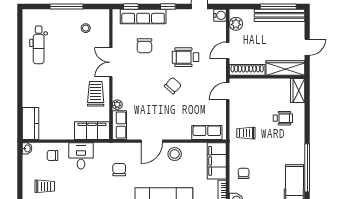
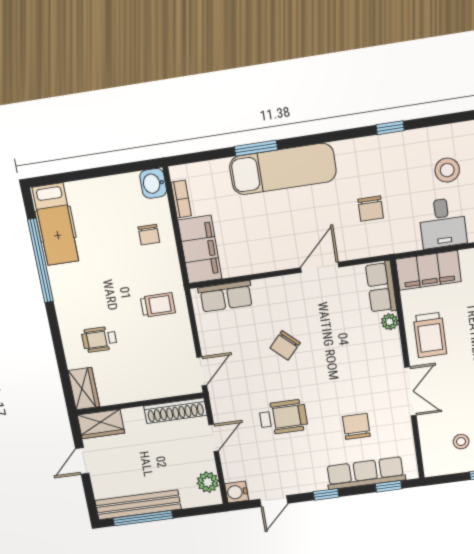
wardrobe: (285, 68) -> (101, 424), width x0.67
chair: (173, 86) -> (285, 345), moved
stool: (175, 154) -> (447, 170), moved

